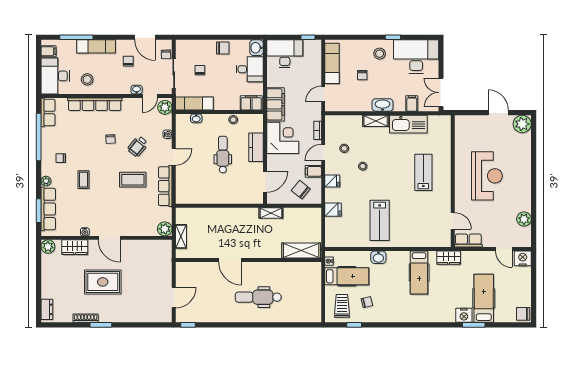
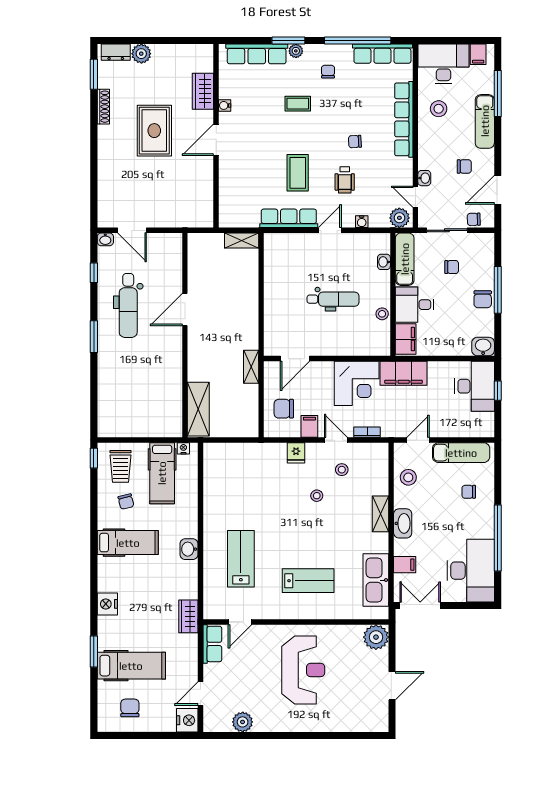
window: (216, 37) -> (498, 290), added
window: (308, 37) -> (498, 391), moved
window: (393, 37) -> (498, 538), width x3.17
stool: (380, 54) -> (408, 477), moved
desk: (250, 69) -> (415, 305), moved, turned 90
chair: (362, 75) -> (469, 492), moved
door: (323, 94) -> (418, 440), hinge flipped
row of seats: (48, 112) -> (382, 54), width x1.48
kitchen sink: (408, 124) -> (376, 580), moved
plant: (522, 124) -> (376, 637), moved
wheelchair: (138, 146) -> (345, 180), turned -129
kitchen counter: (256, 147) -> (343, 346), removed
door: (174, 157) -> (330, 230), swing flipped
reception desk: (487, 176) -> (303, 670), turned -90
door: (265, 182) -> (295, 359), hinge flipped
chair: (301, 190) -> (284, 409), turned -129
fridge: (333, 210) -> (256, 454), removed
window: (39, 211) -> (288, 41), moved
lab bench: (380, 220) -> (241, 559), moved, turned 90
plant: (165, 229) -> (229, 218), removed
shelving: (181, 236) -> (242, 241), moved
plant: (48, 247) -> (141, 54), moved
washbasin: (378, 257) -> (189, 549), moved
hospital bed: (419, 273) -> (128, 543), moved, turned 180
dental chair: (258, 297) -> (128, 305), moved, turned 180
trolley: (342, 306) -> (121, 466), turned 90
chair: (523, 314) -> (130, 708), moved
nightstand: (464, 315) -> (107, 604), moved
washbasin: (180, 317) -> (105, 239), added
window: (101, 325) -> (94, 74), moved
window: (188, 325) -> (94, 273), moved
window: (249, 325) -> (94, 337), added
window: (354, 325) -> (94, 458), moved

